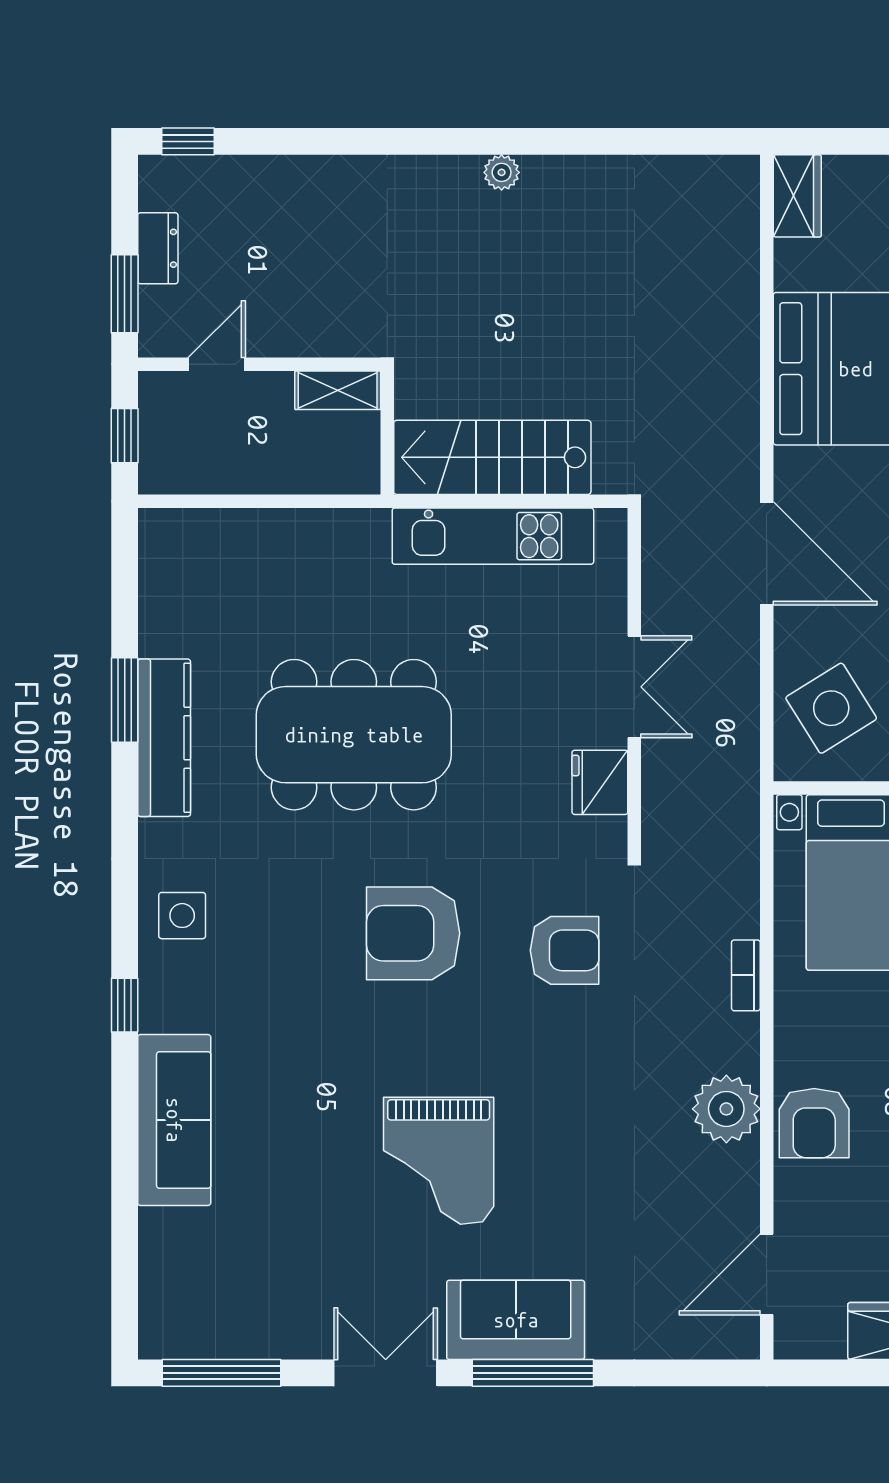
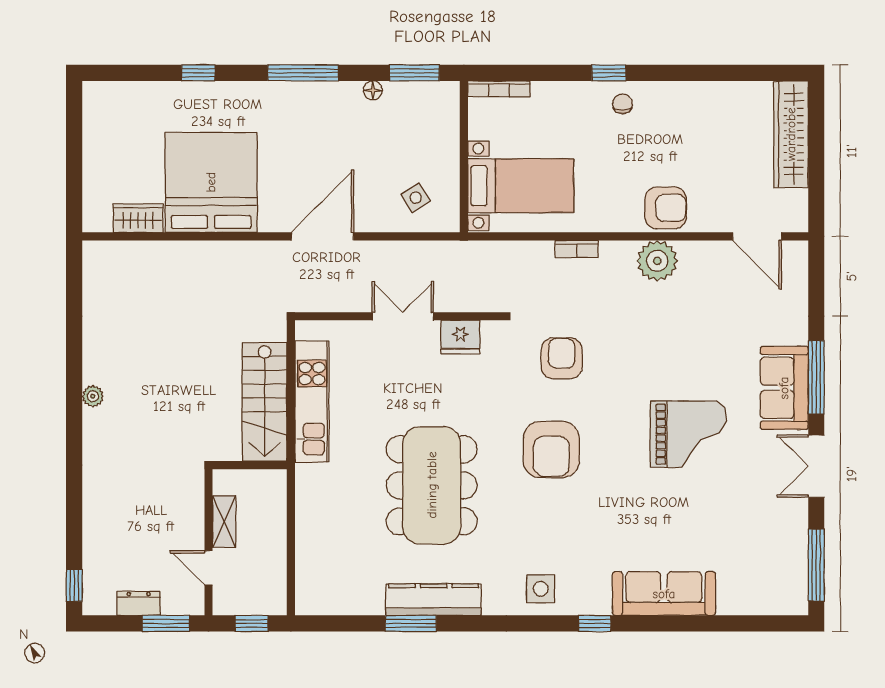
wardrobe: (797, 196) -> (138, 218), moved
shelving: (338, 390) -> (224, 522), moved
side table: (831, 708) -> (416, 198), width x0.54, depth x0.54

